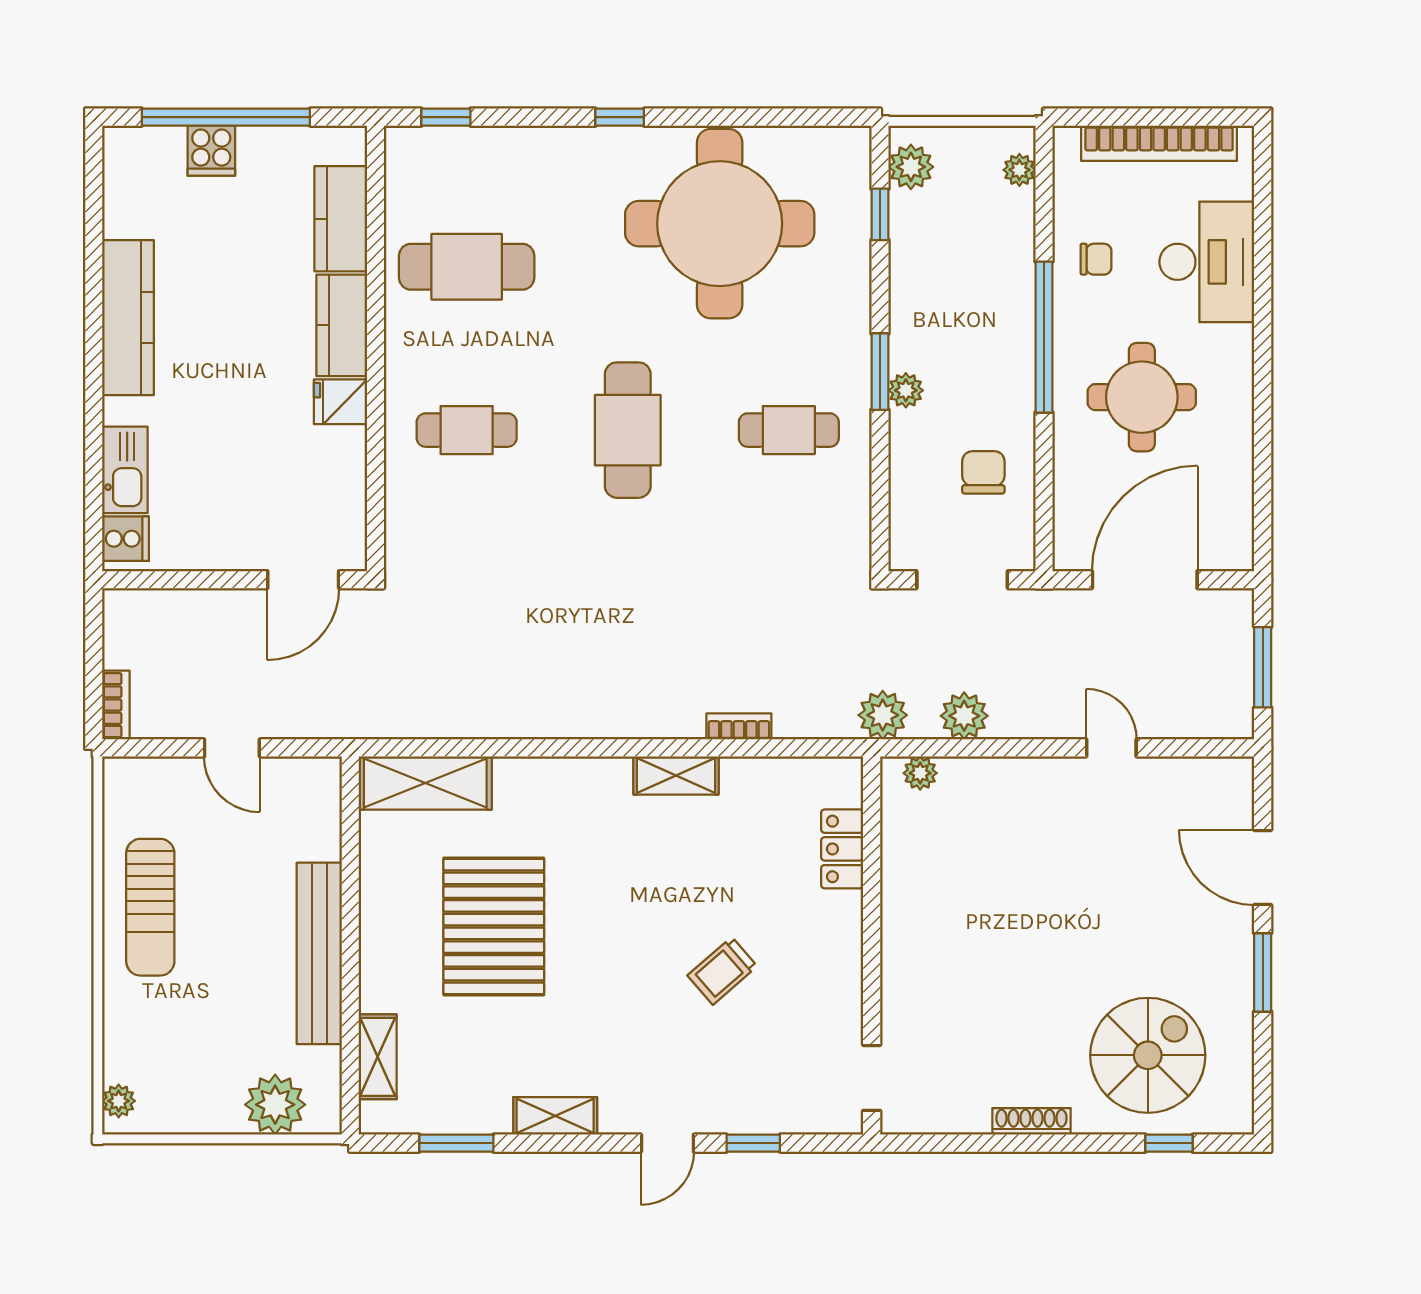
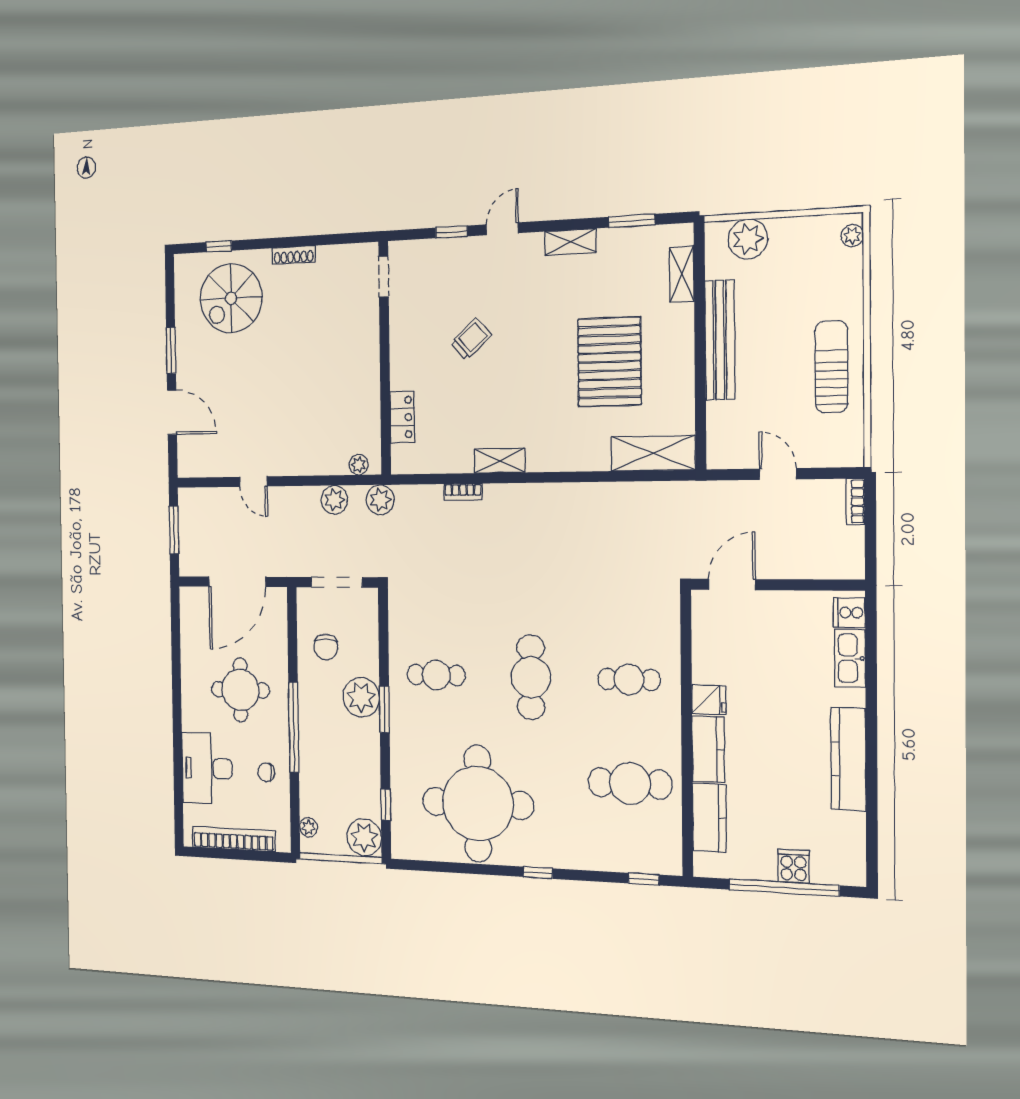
plant: (911, 167) -> (364, 837), width x1.36, depth x1.36
plant: (906, 390) -> (361, 697), width x1.87, depth x1.87

